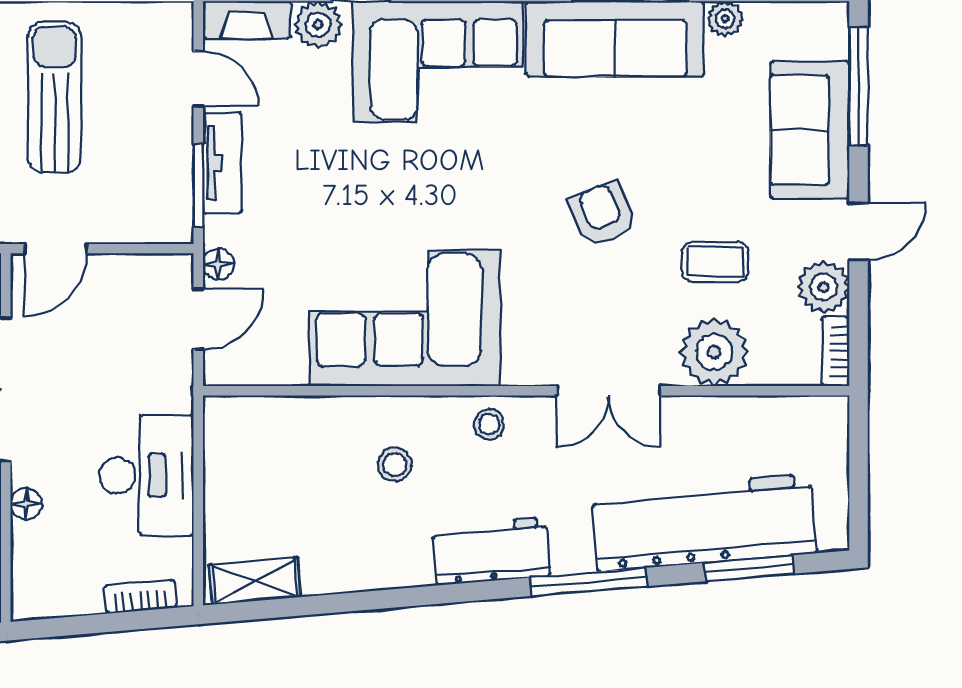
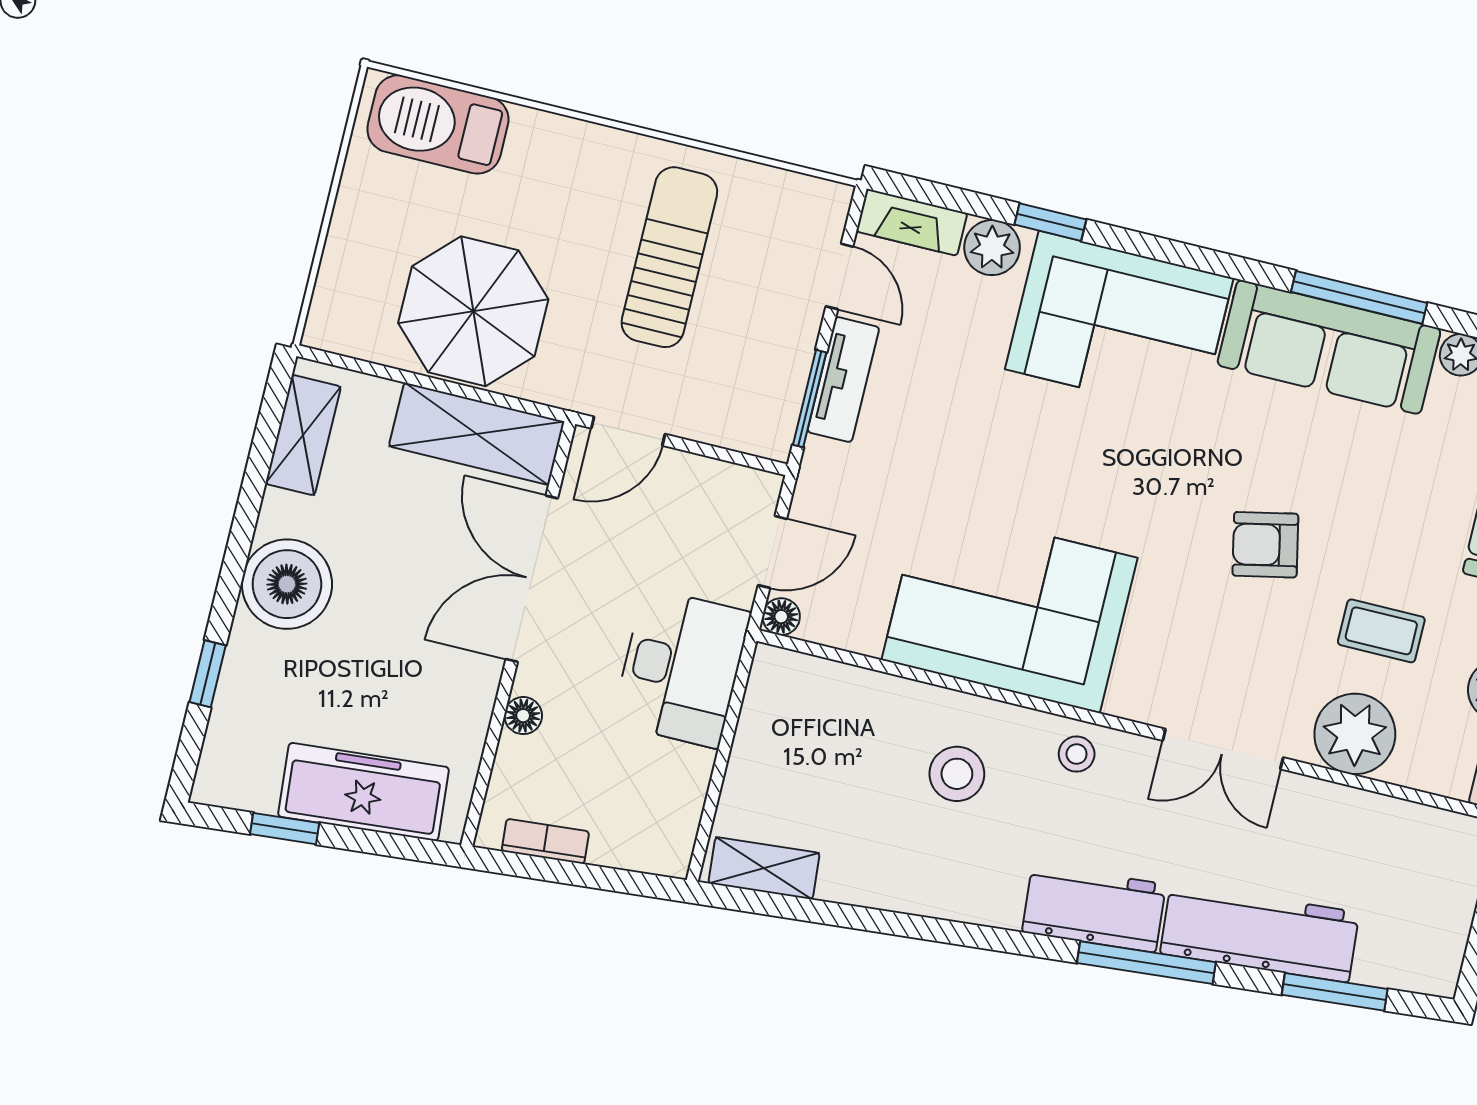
armchair: (603, 214) -> (1265, 545), turned -79
floor lamp: (219, 264) -> (781, 617), moved
stool: (395, 465) -> (957, 774), width x1.37, depth x1.37
desk: (147, 475) -> (681, 668), moved
workbench: (704, 523) -> (1260, 933), width x0.73, depth x0.76
workbench: (491, 551) -> (1094, 908), moved
bookcase: (140, 597) -> (545, 841), moved

